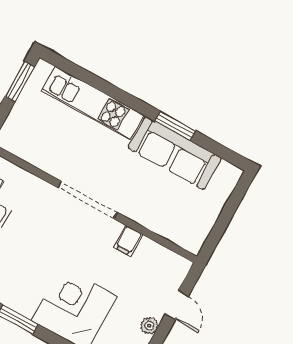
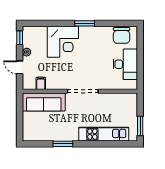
sofa: (175, 153) -> (44, 102), moved, turned 180
filing cabinet: (128, 241) -> (41, 83), moved

